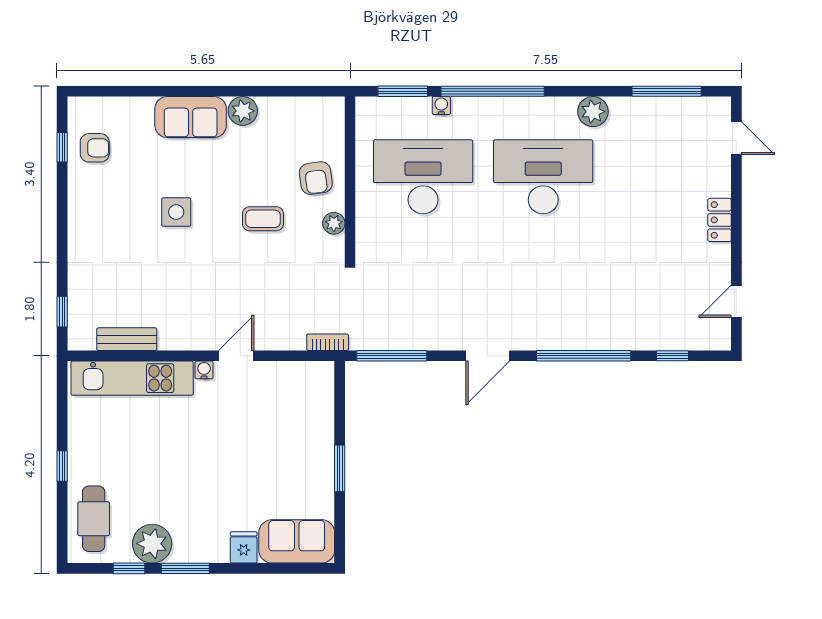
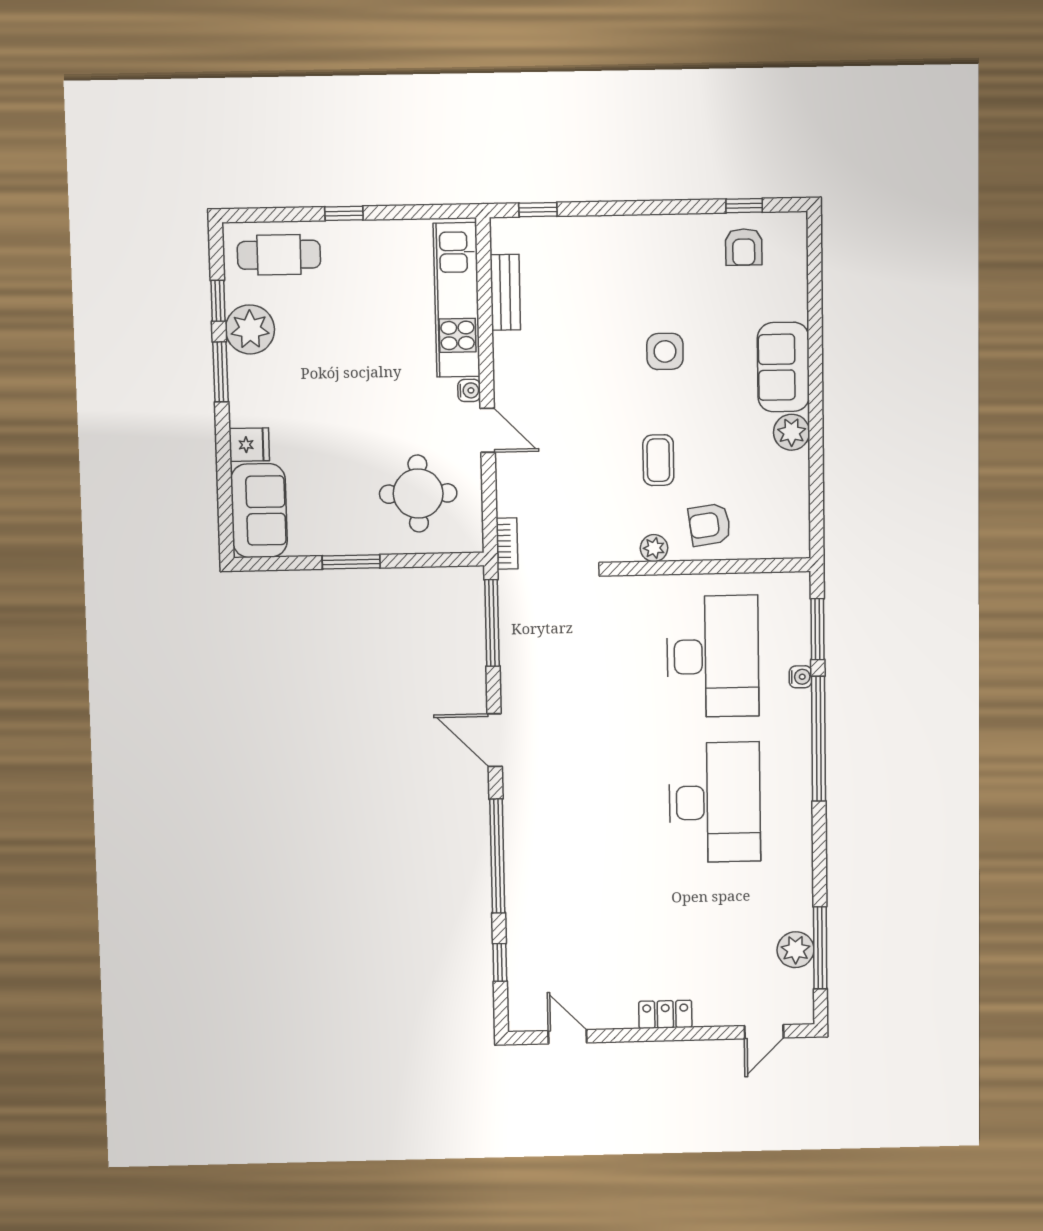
plant: (593, 112) -> (796, 950), moved
round table: (286, 413) -> (418, 494), added

